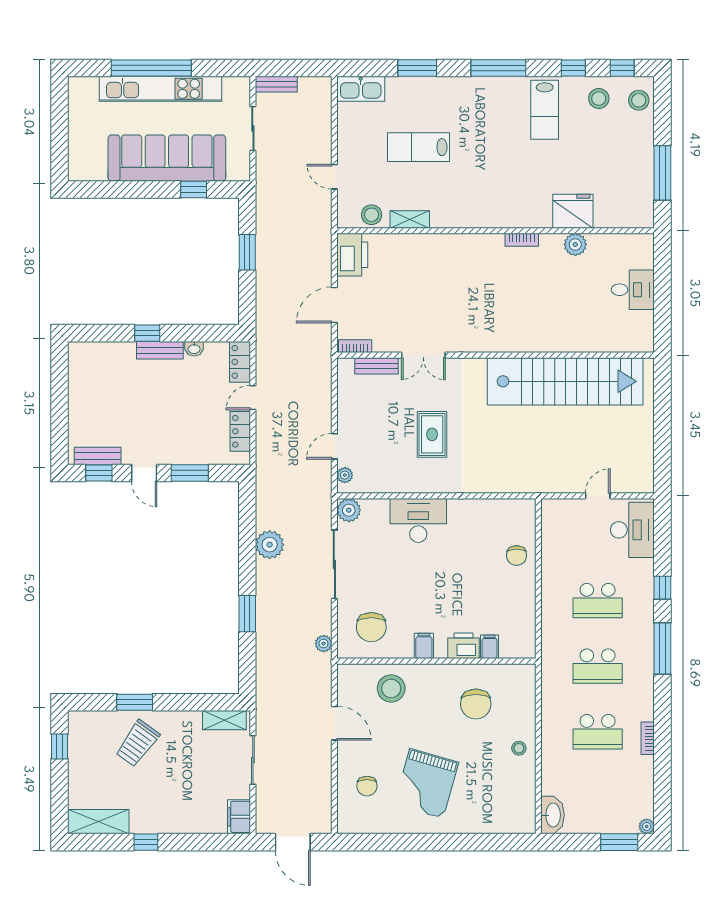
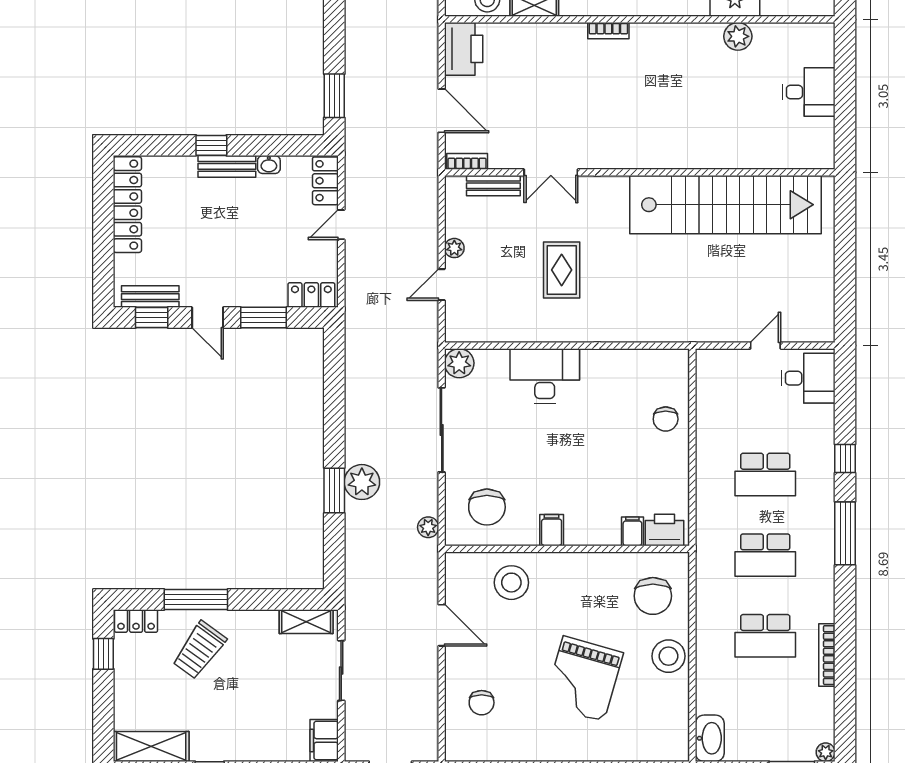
bookcase: (522, 240) -> (608, 31), moved
window: (247, 252) -> (334, 96), moved
door: (334, 305) -> (442, 111), swing flipped
locker: (79, 381) -> (127, 205), added
locker: (240, 431) -> (311, 295), moved, turned 90
plant: (345, 475) -> (454, 248), moved
desk: (632, 530) -> (808, 378), width x0.73
plant: (270, 545) -> (362, 482), moved
printer: (463, 646) -> (664, 530), moved
window: (135, 702) -> (196, 600), width x1.44
chair: (476, 704) -> (653, 596), moved
locker: (86, 720) -> (136, 621), added
bookcase: (648, 738) -> (827, 655), width x1.56
stool: (519, 748) -> (669, 656), width x1.89, depth x1.89
grand piano: (426, 784) -> (583, 679), moved

